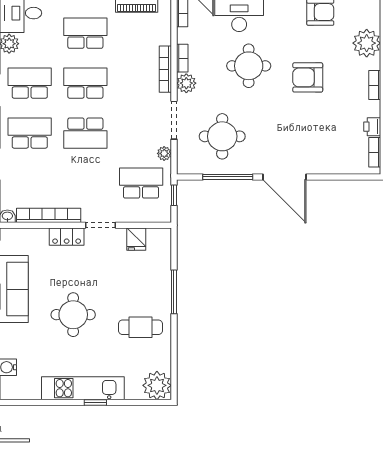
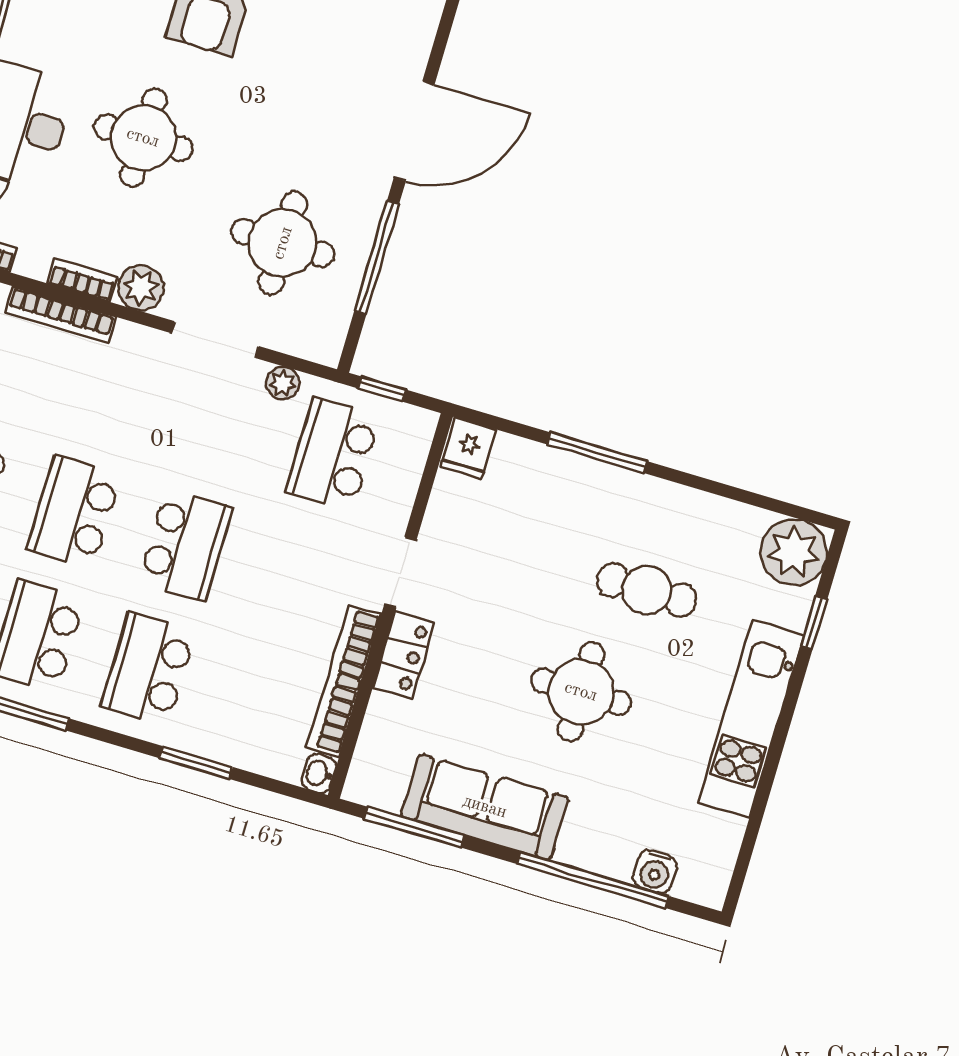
bookcase: (165, 69) -> (60, 315), moved
fridge: (136, 239) -> (468, 448), moved, turned 90
cafe table: (140, 327) -> (647, 590), moved, turned 90
window: (95, 402) -> (814, 623), moved

